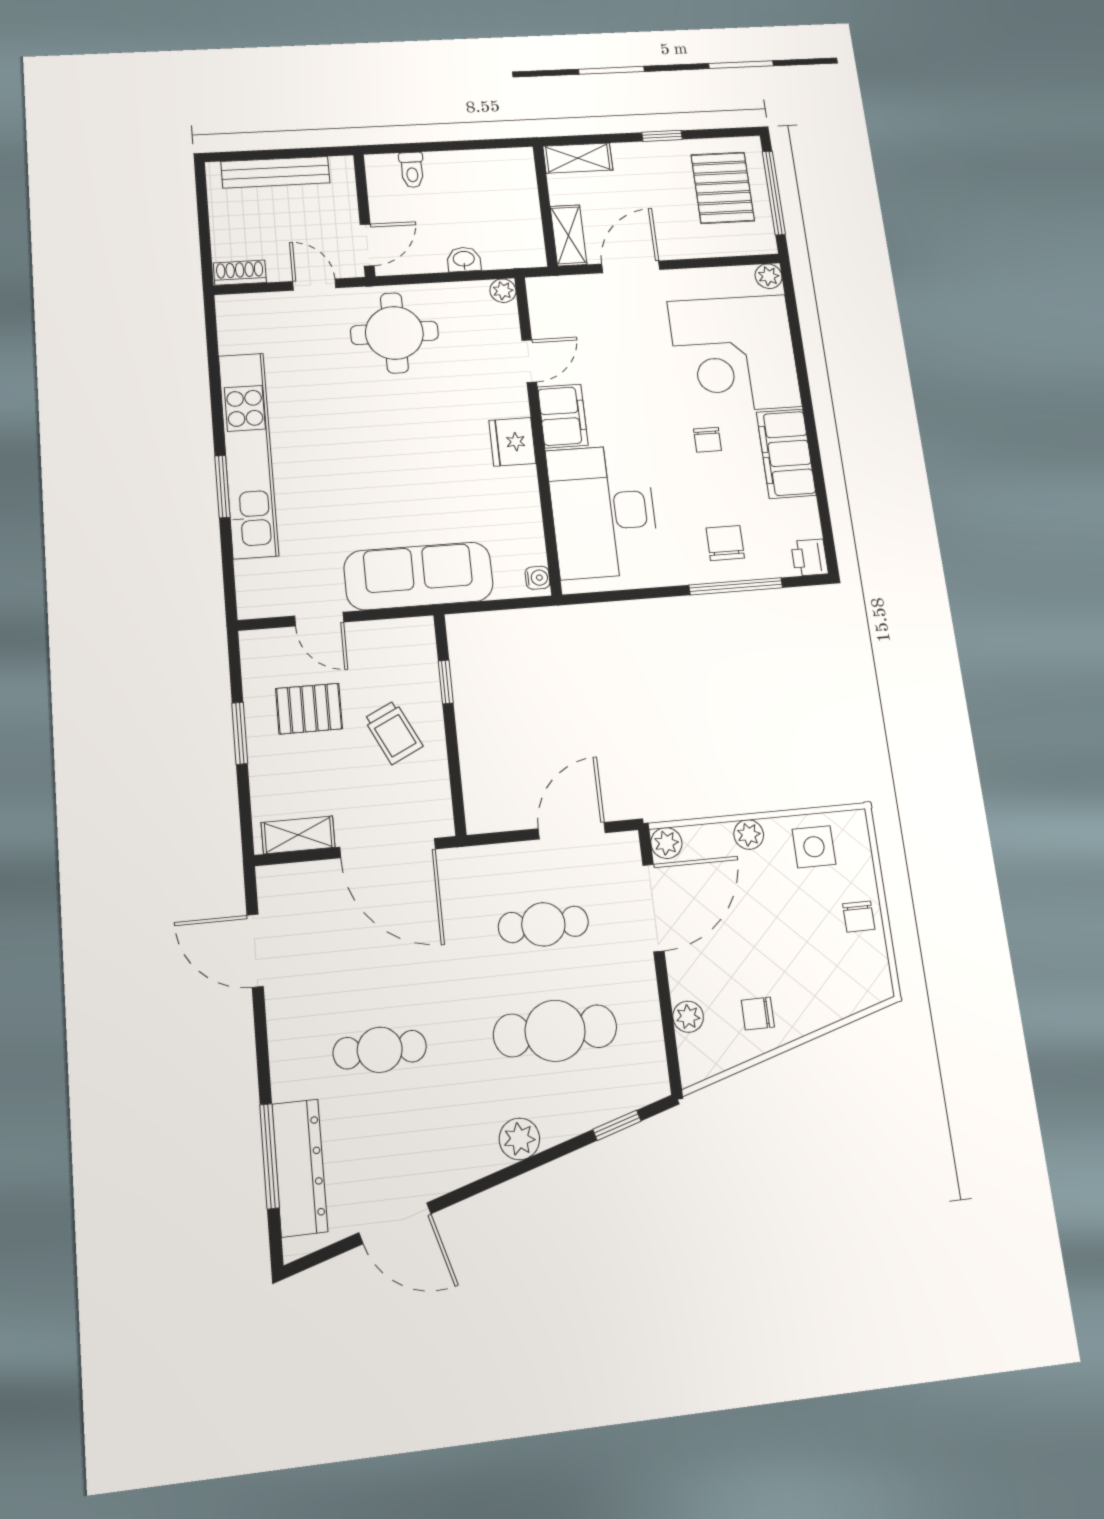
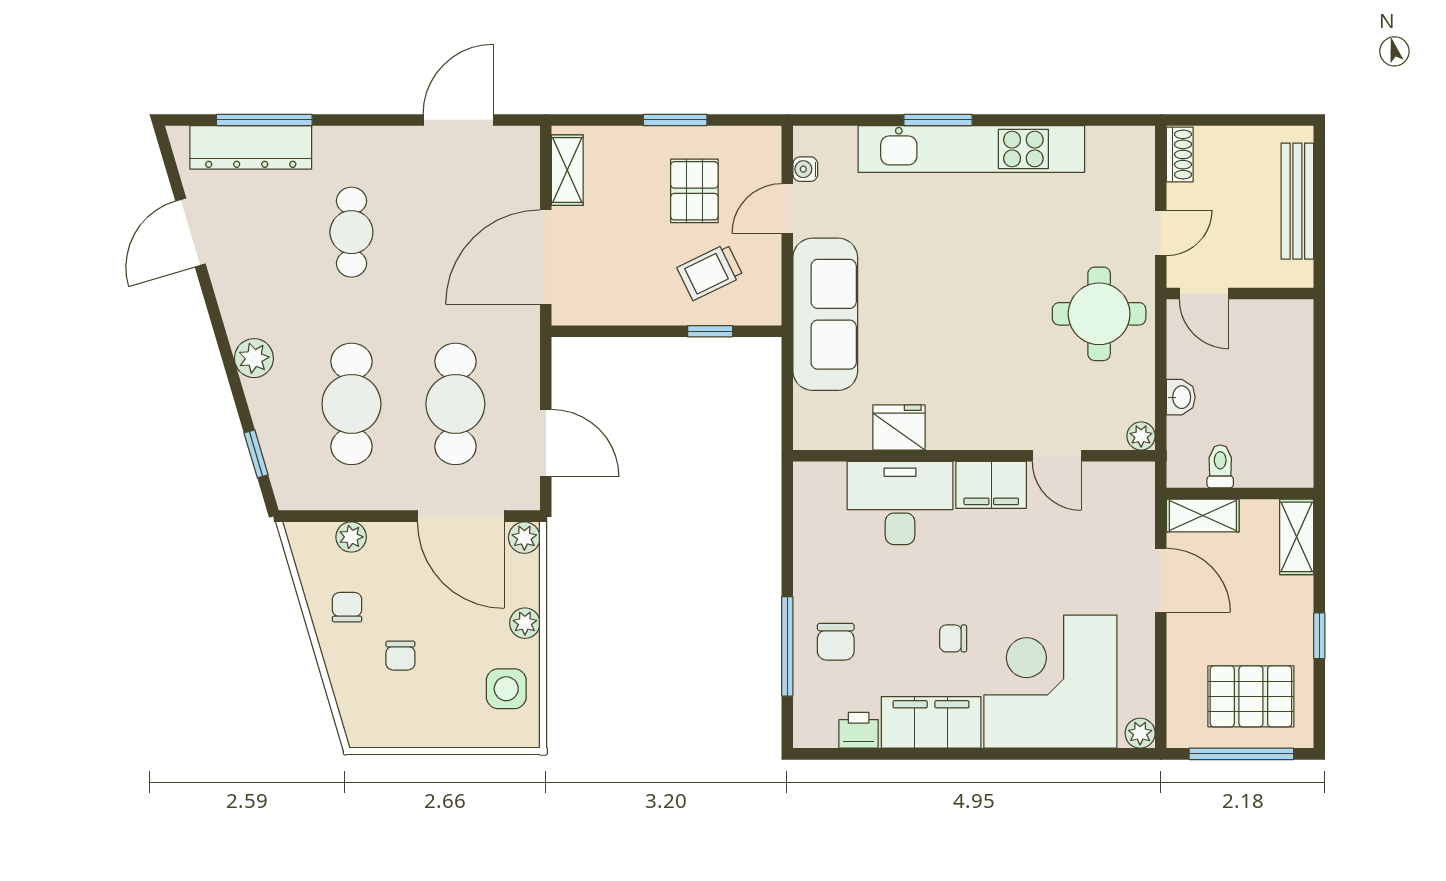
toilet: (412, 170) -> (1220, 466), moved, turned 90
fridge: (512, 442) -> (899, 428), moved
desk: (603, 511) -> (900, 503), width x0.73, depth x0.77
chair: (725, 543) -> (836, 642), turned 90
printer: (809, 558) -> (859, 730), moved
water cooler: (537, 578) -> (805, 169), moved, turned 90
trolley: (393, 732) -> (710, 272), moved
chair: (859, 917) -> (400, 656), moved, turned -90
cafe table: (543, 924) -> (455, 404), width x1.37, depth x1.35

